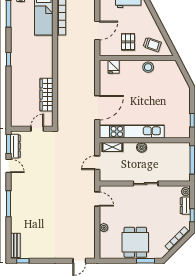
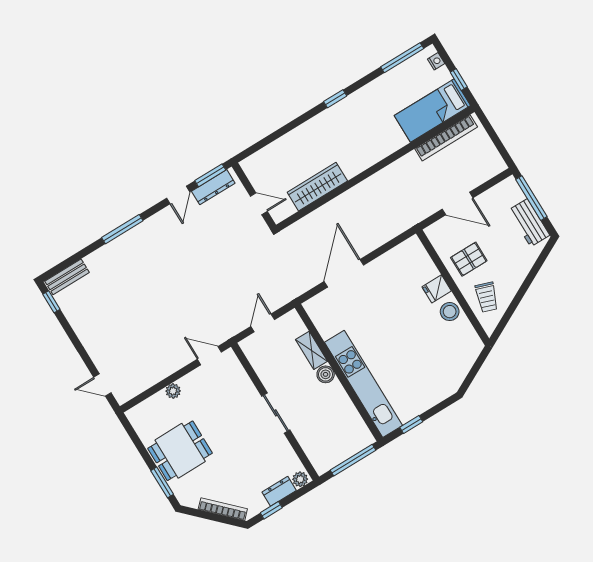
fridge: (114, 67) -> (437, 289), moved
door: (97, 108) -> (344, 273), swing flipped
kitchen unit: (132, 131) -> (364, 384), moved
shelving: (112, 147) -> (311, 350), moved
door: (97, 163) -> (263, 323), hinge flipped
door: (97, 199) -> (209, 356), swing flipped

